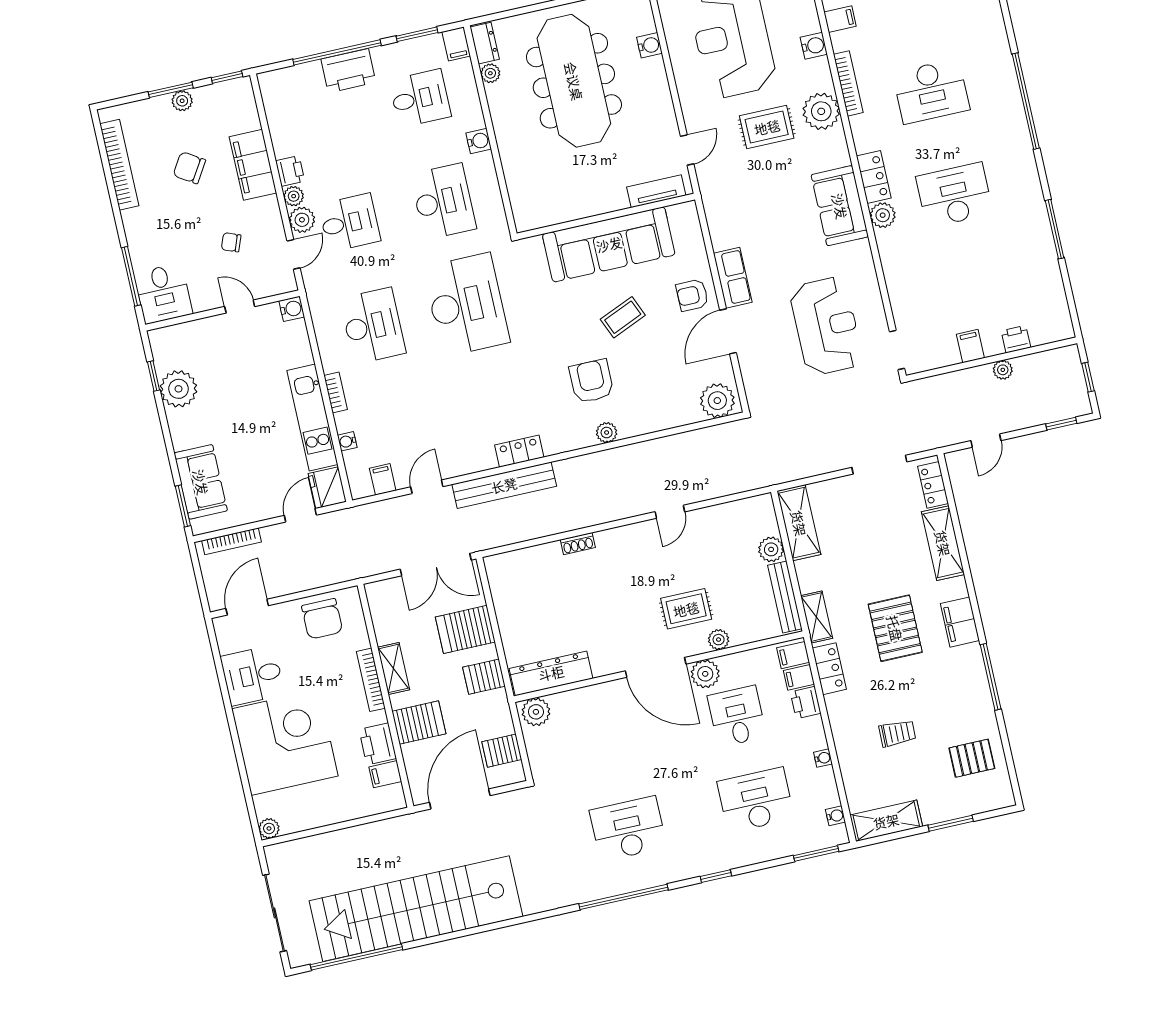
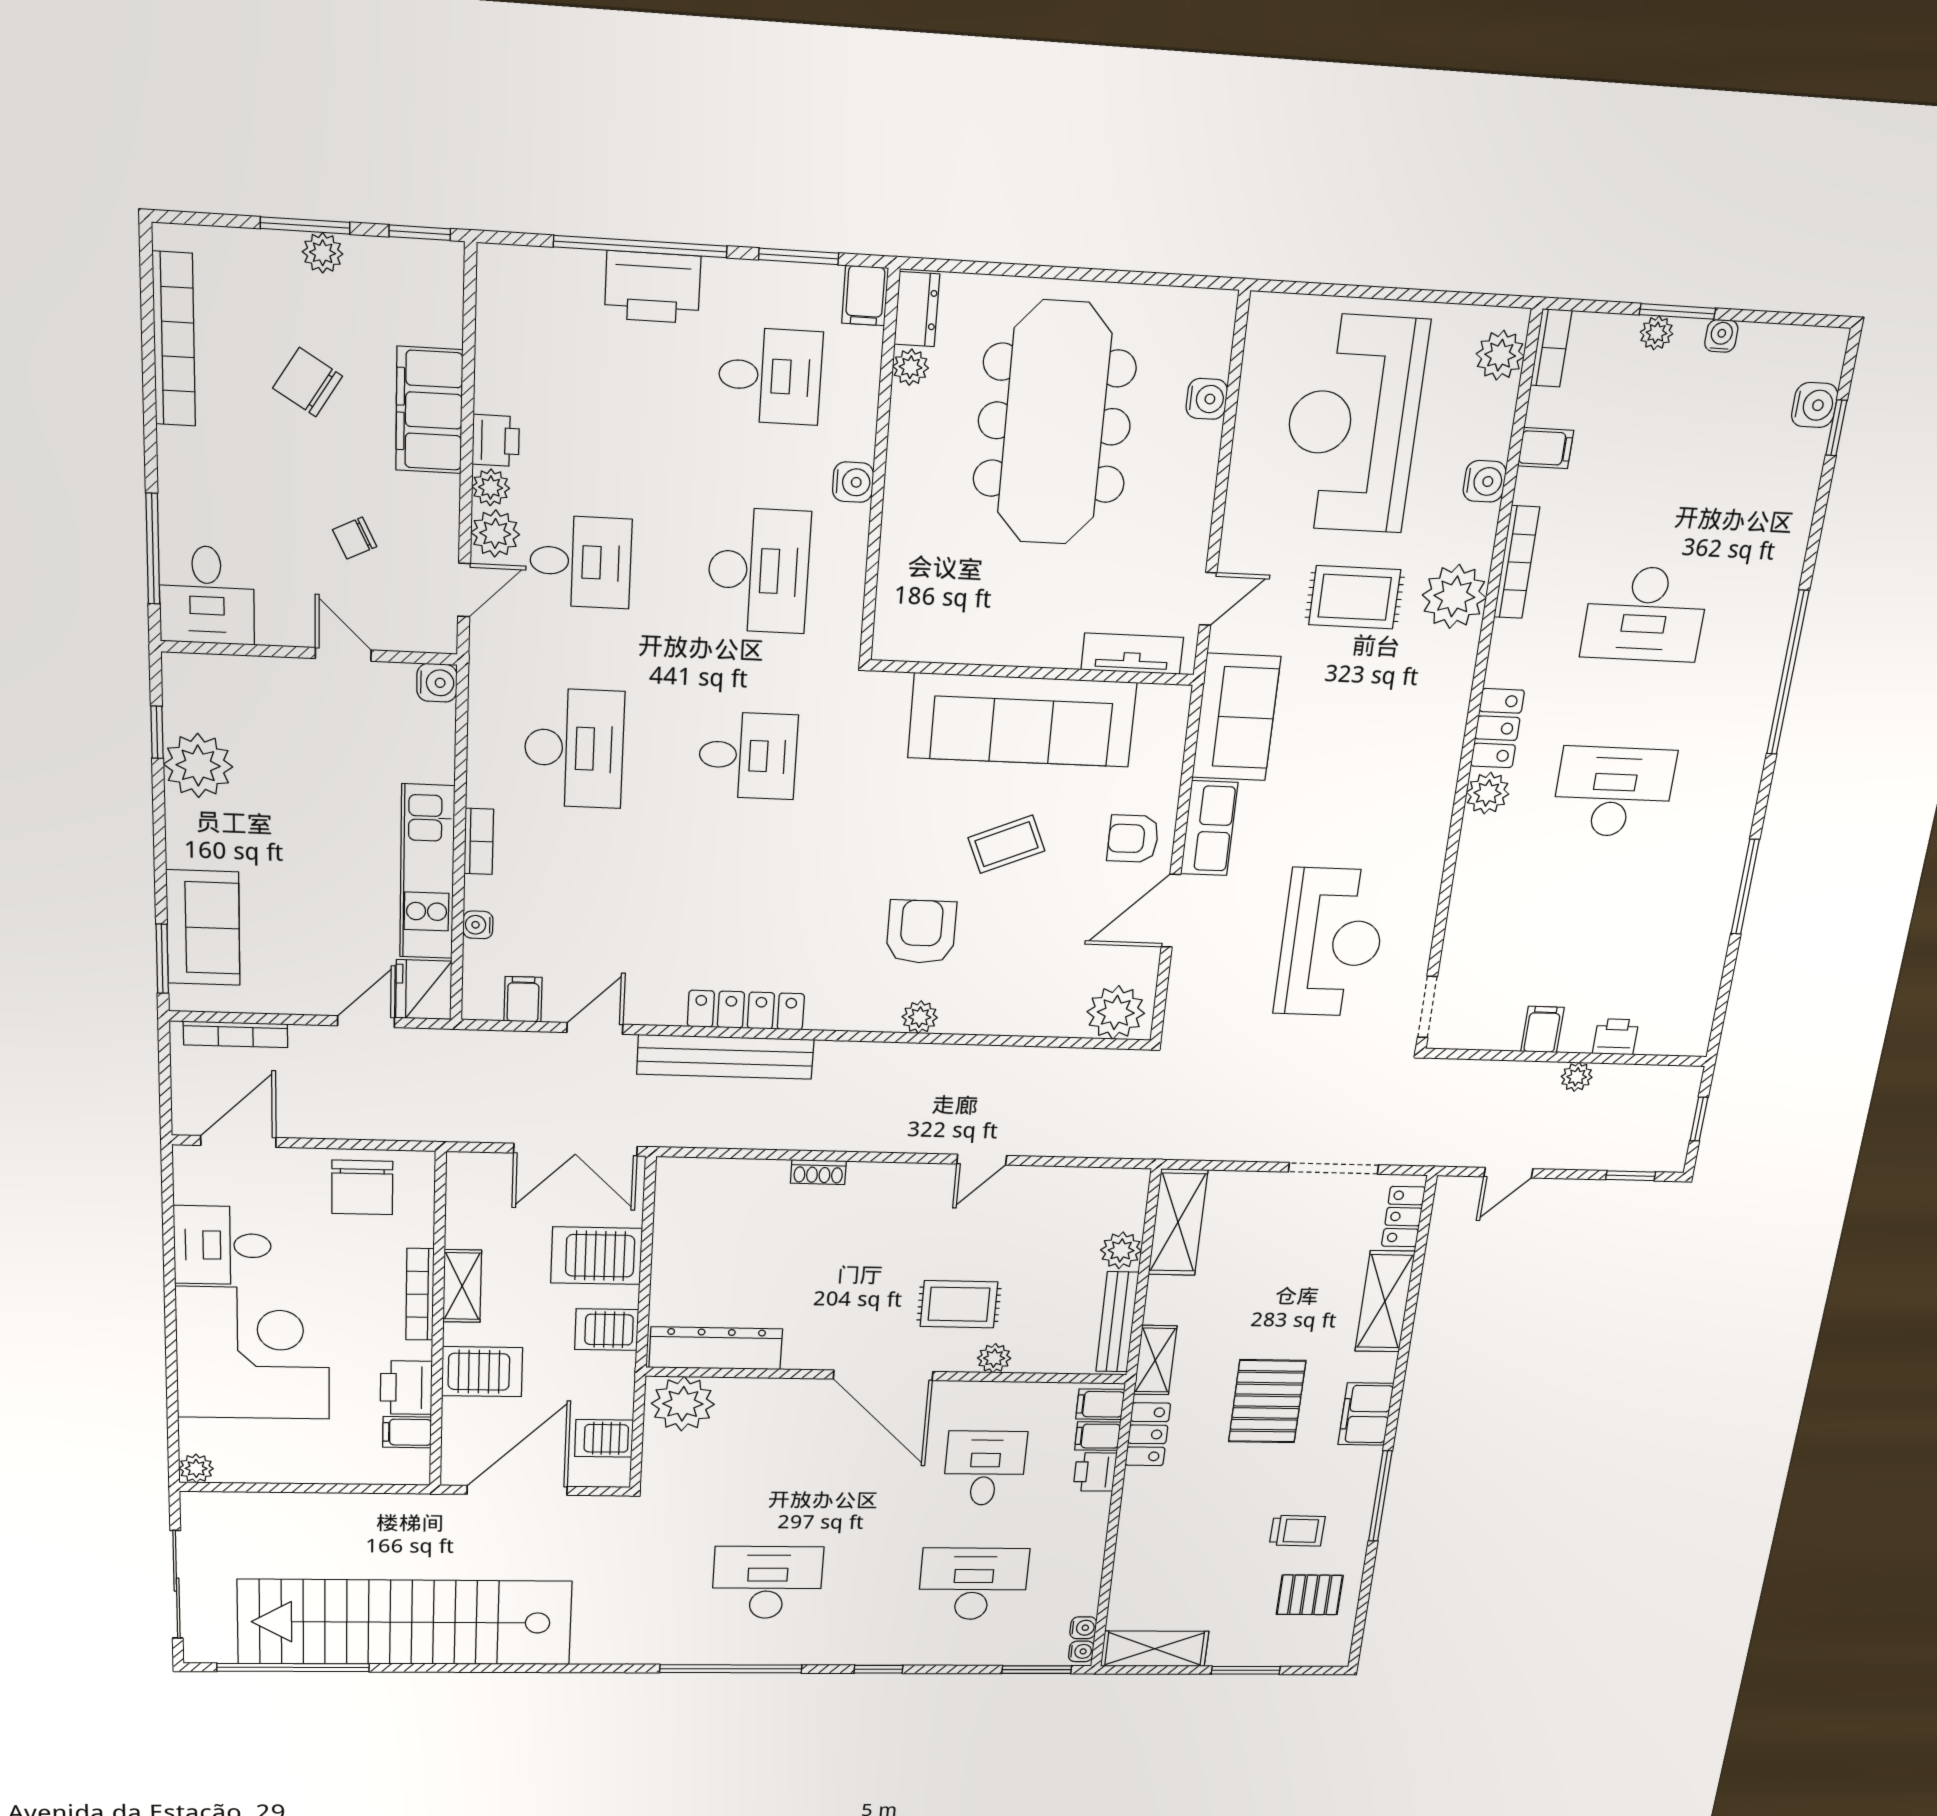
sofa: (840, 206) -> (1236, 717), moved, turned 180
chair: (231, 242) -> (355, 538), turned -47
desk: (466, 305) -> (748, 756), width x0.53, depth x0.77
locker: (519, 451) -> (746, 1010), width x1.53
plant: (705, 674) -> (957, 1401), removed
plant: (536, 712) -> (683, 1404), width x1.36, depth x1.36
trolley: (897, 733) -> (1297, 1531), moved
water cooler: (823, 758) -> (1081, 1651), moved

